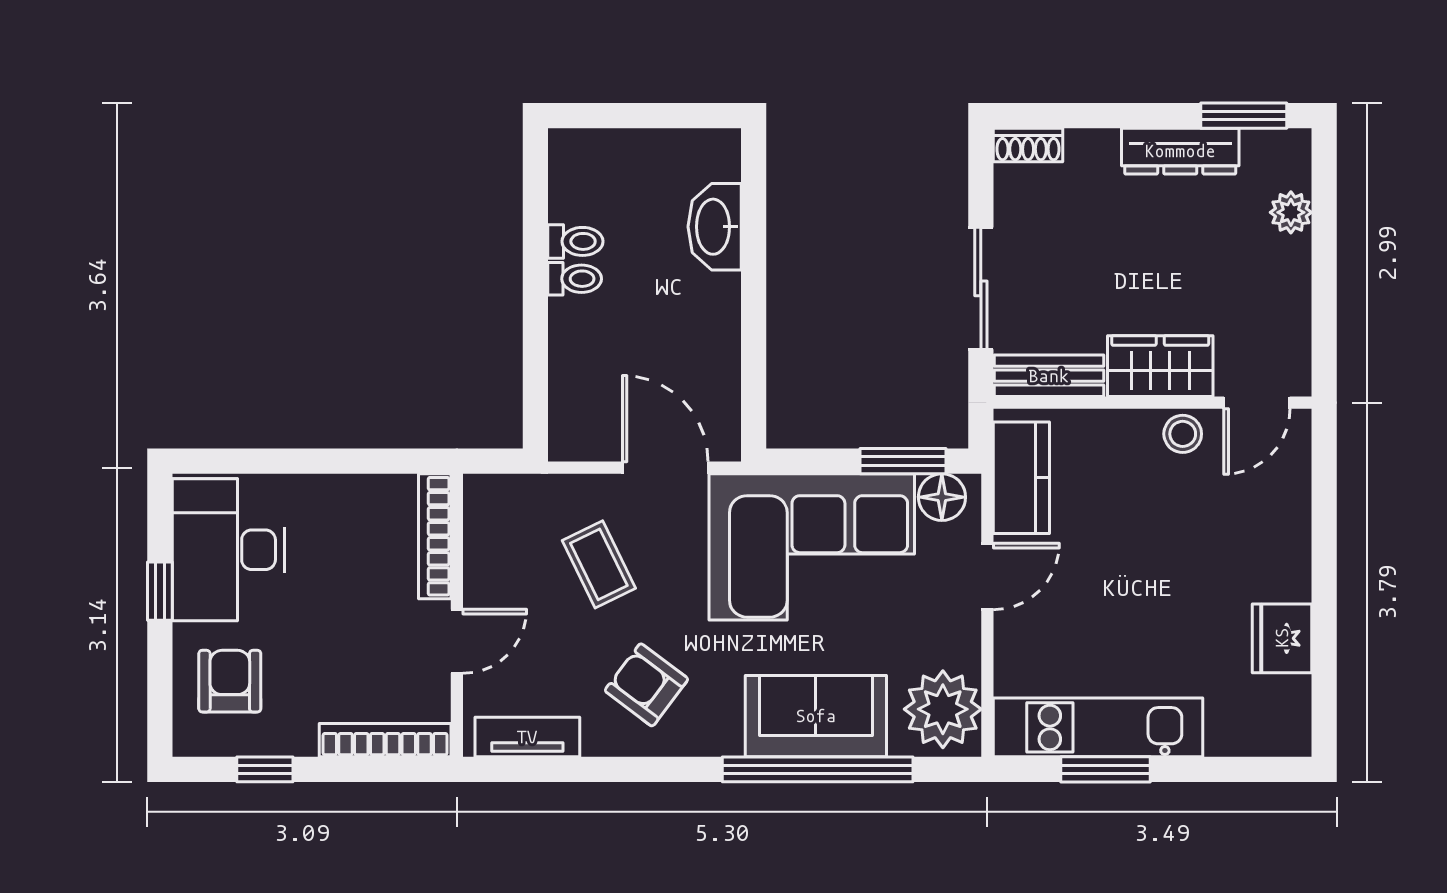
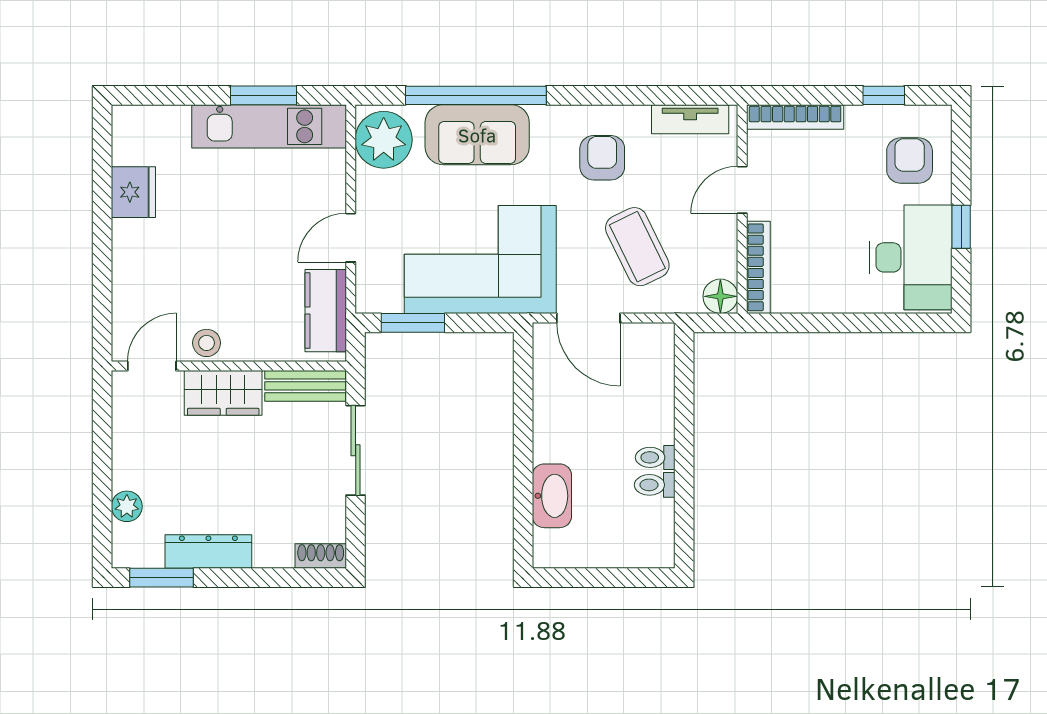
floor lamp: (942, 497) -> (720, 296), moved
coffee table: (599, 564) -> (637, 247), width x1.36, depth x1.30
armchair: (230, 681) -> (910, 160), turned 180
armchair: (646, 685) -> (602, 158), turned -127

